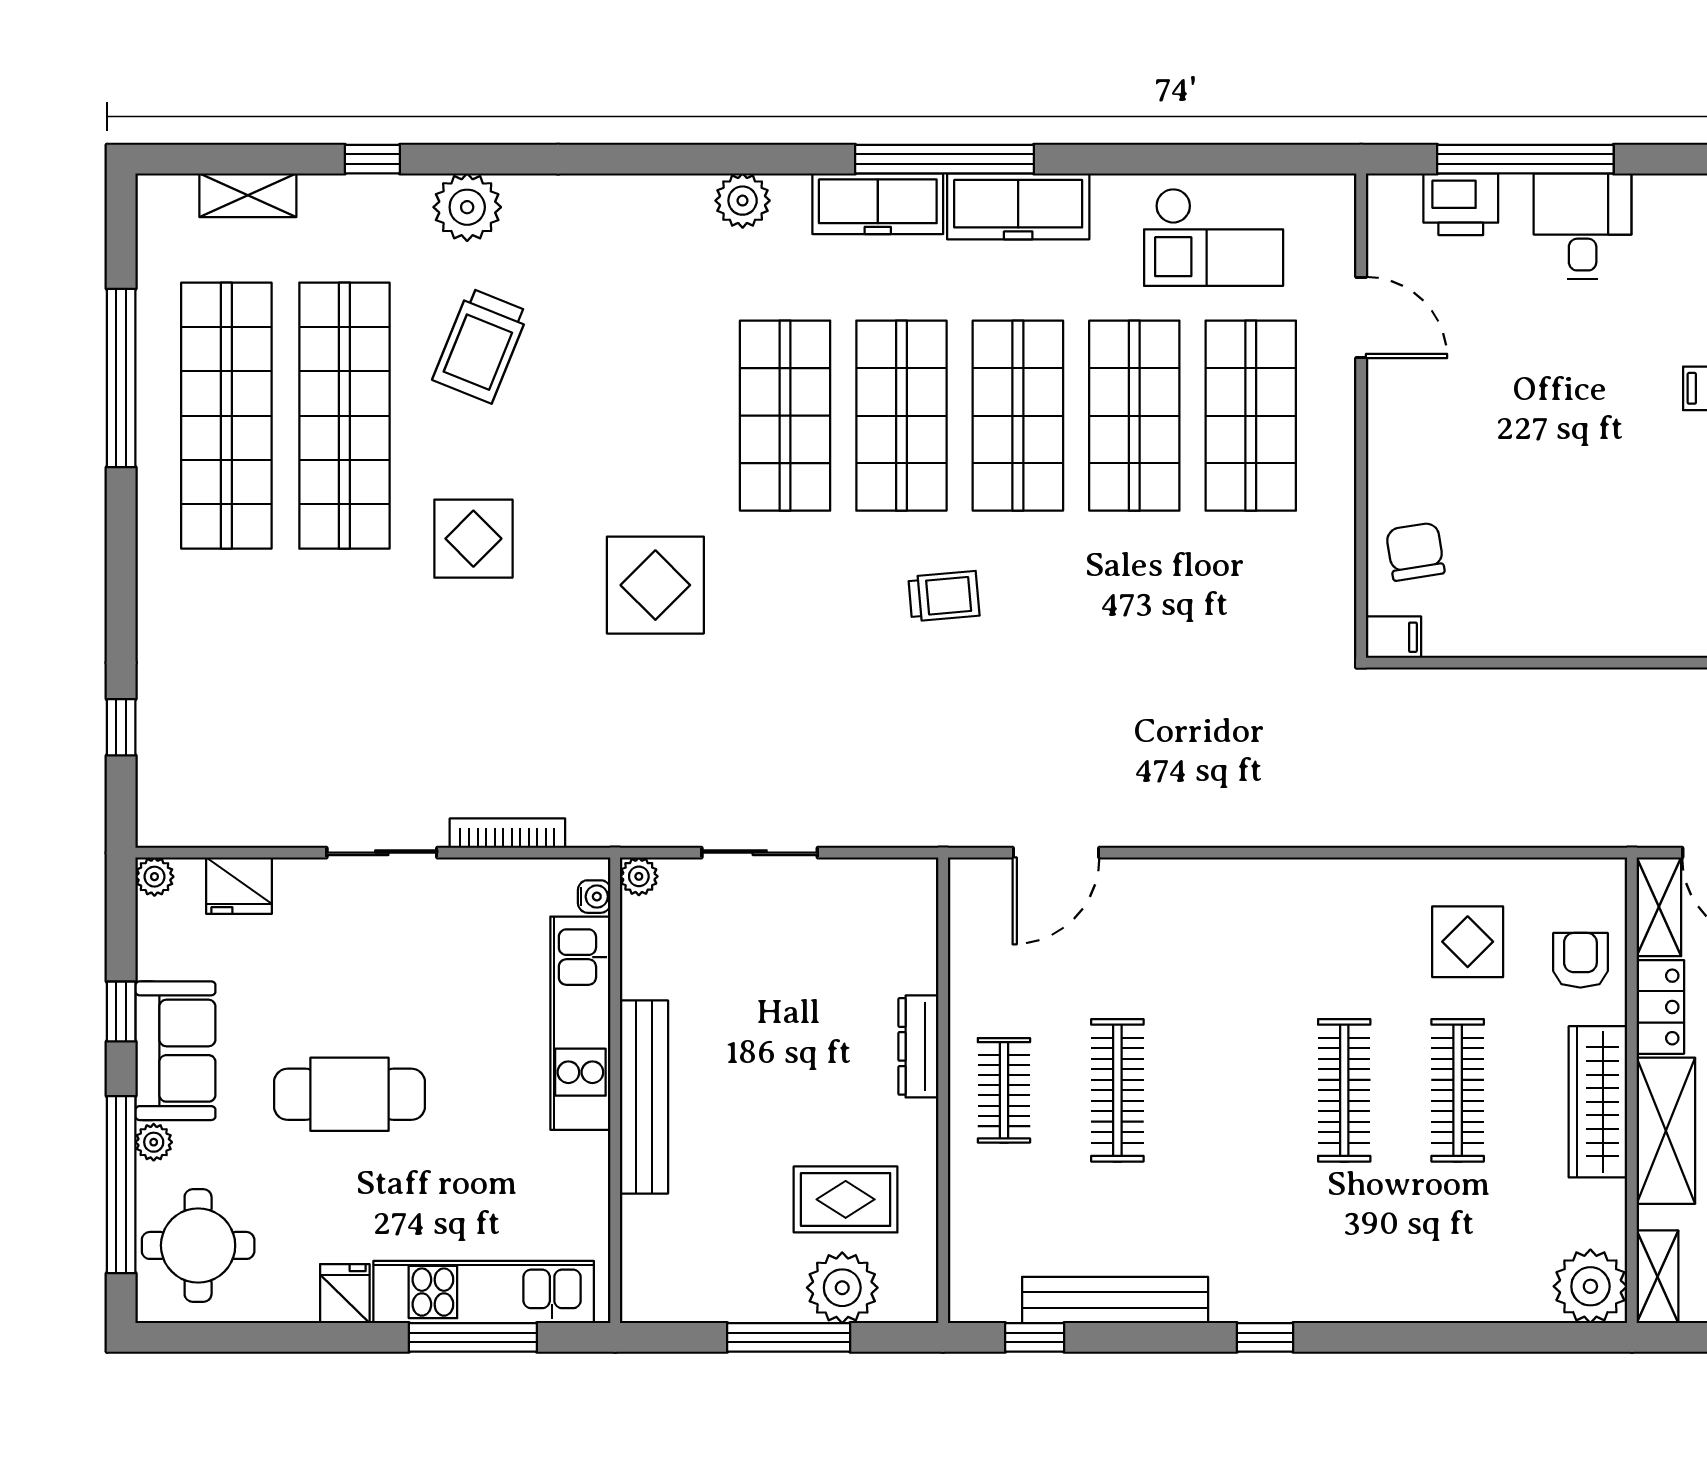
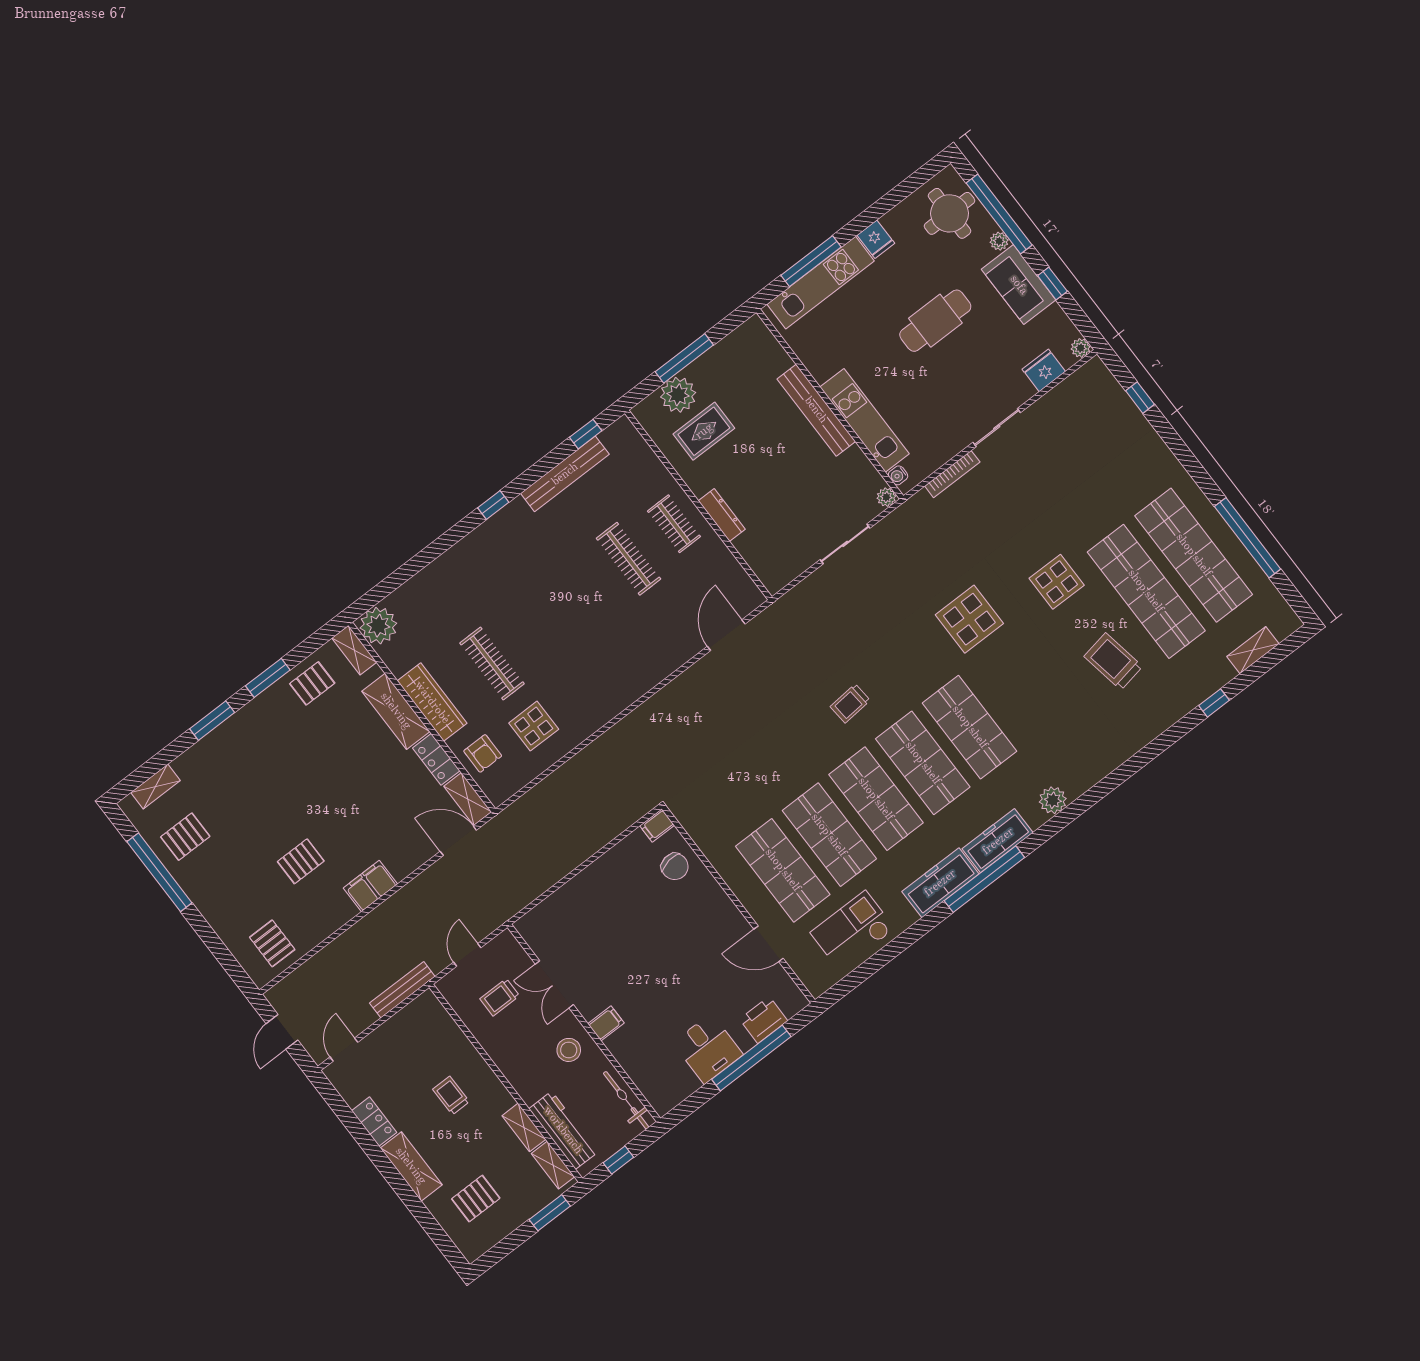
plant: (467, 207) -> (1161, 713), removed
trolley: (481, 346) -> (1113, 661), turned -32
clothes rail: (1344, 1090) -> (537, 628), removed

